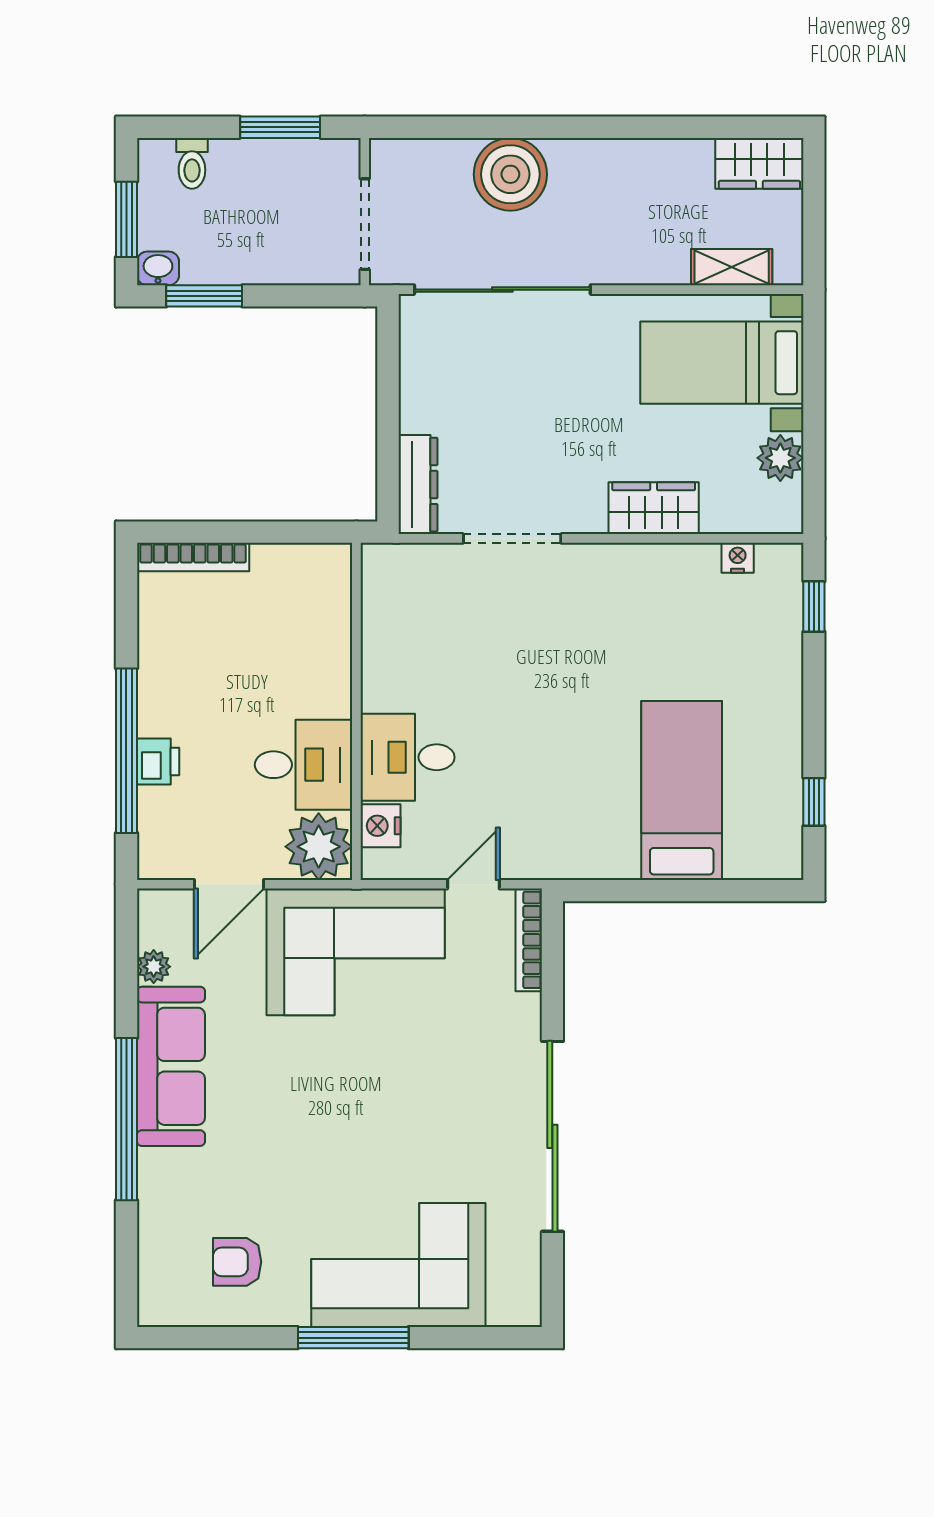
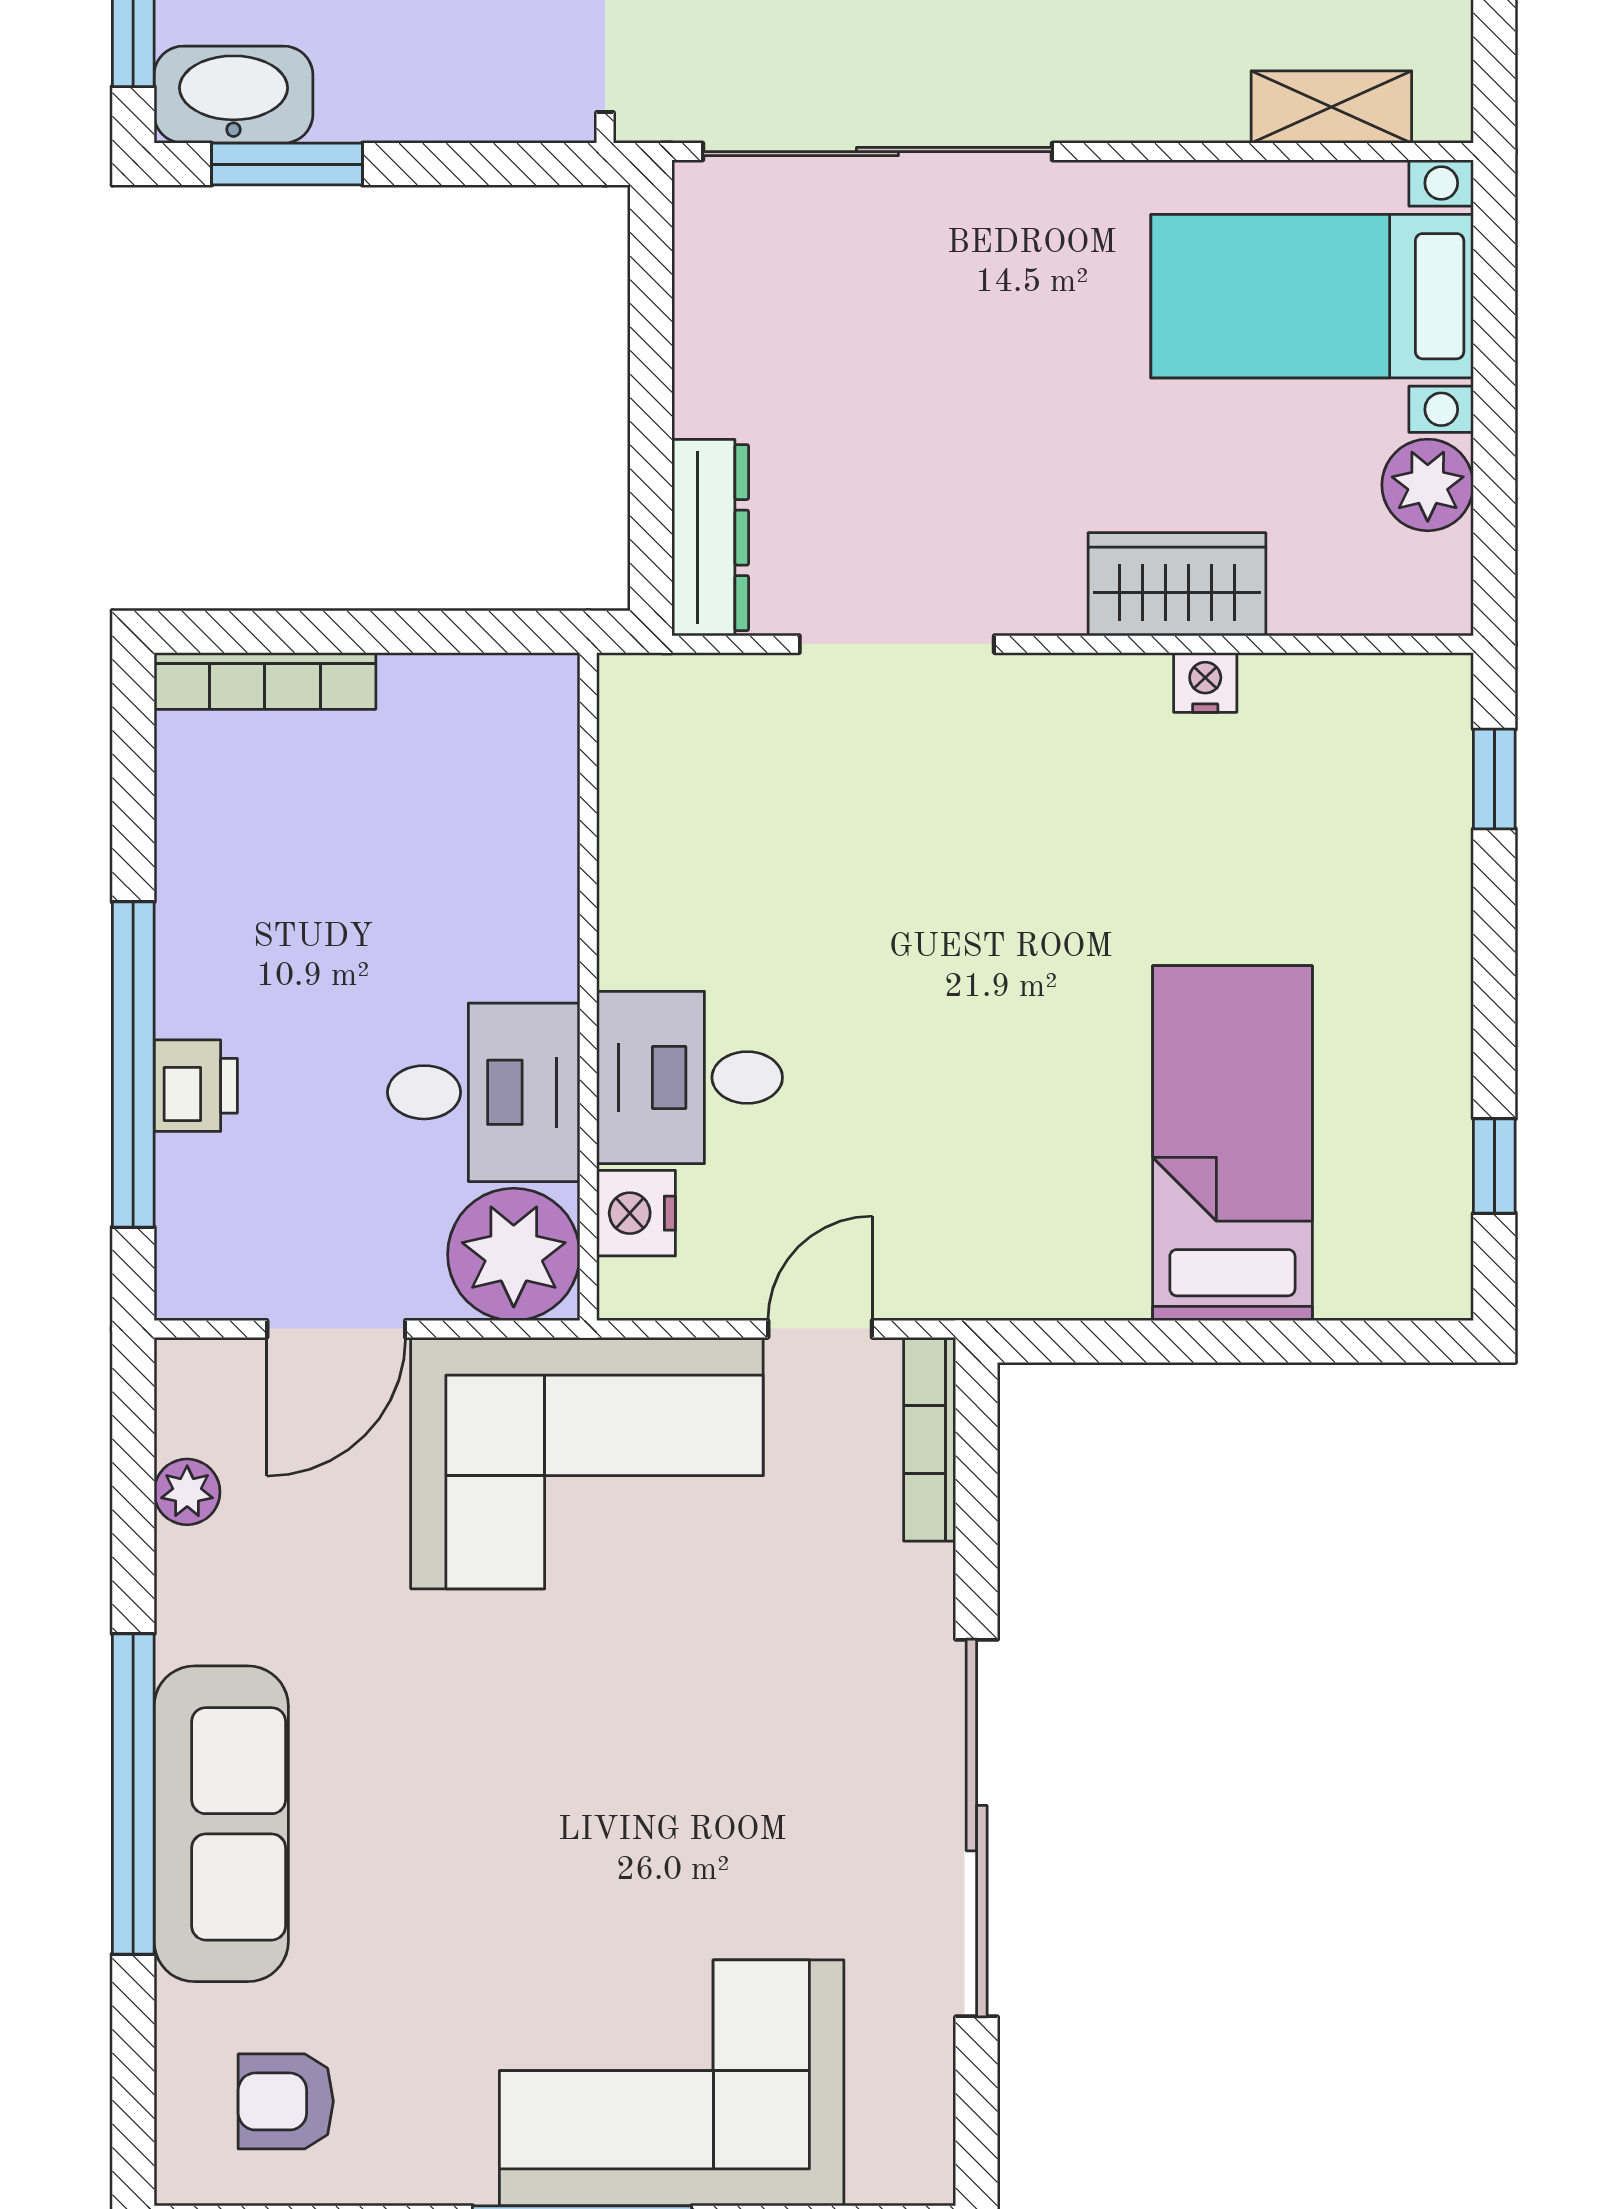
washbasin: (158, 268) -> (233, 95), width x1.91, depth x1.45
nightstand: (738, 558) -> (1205, 682), moved
sofa: (171, 1066) -> (221, 1824), moved
armchair: (237, 1262) -> (286, 2101), moved

